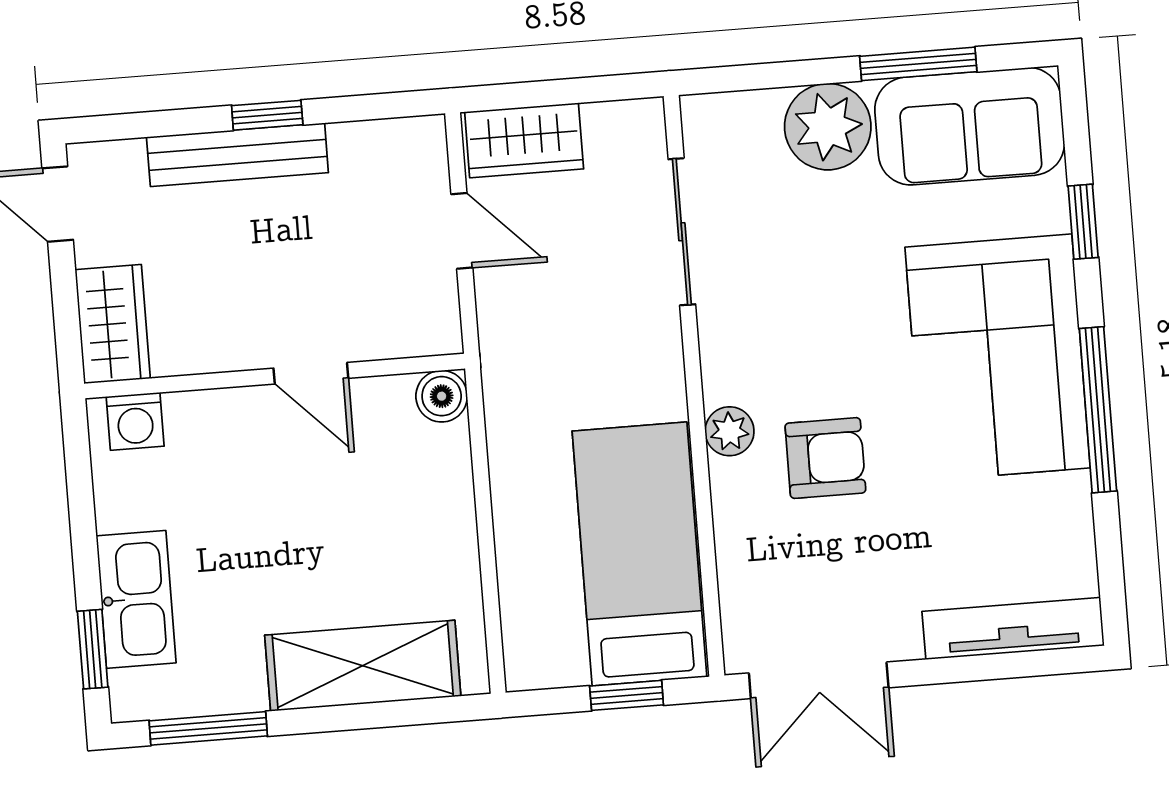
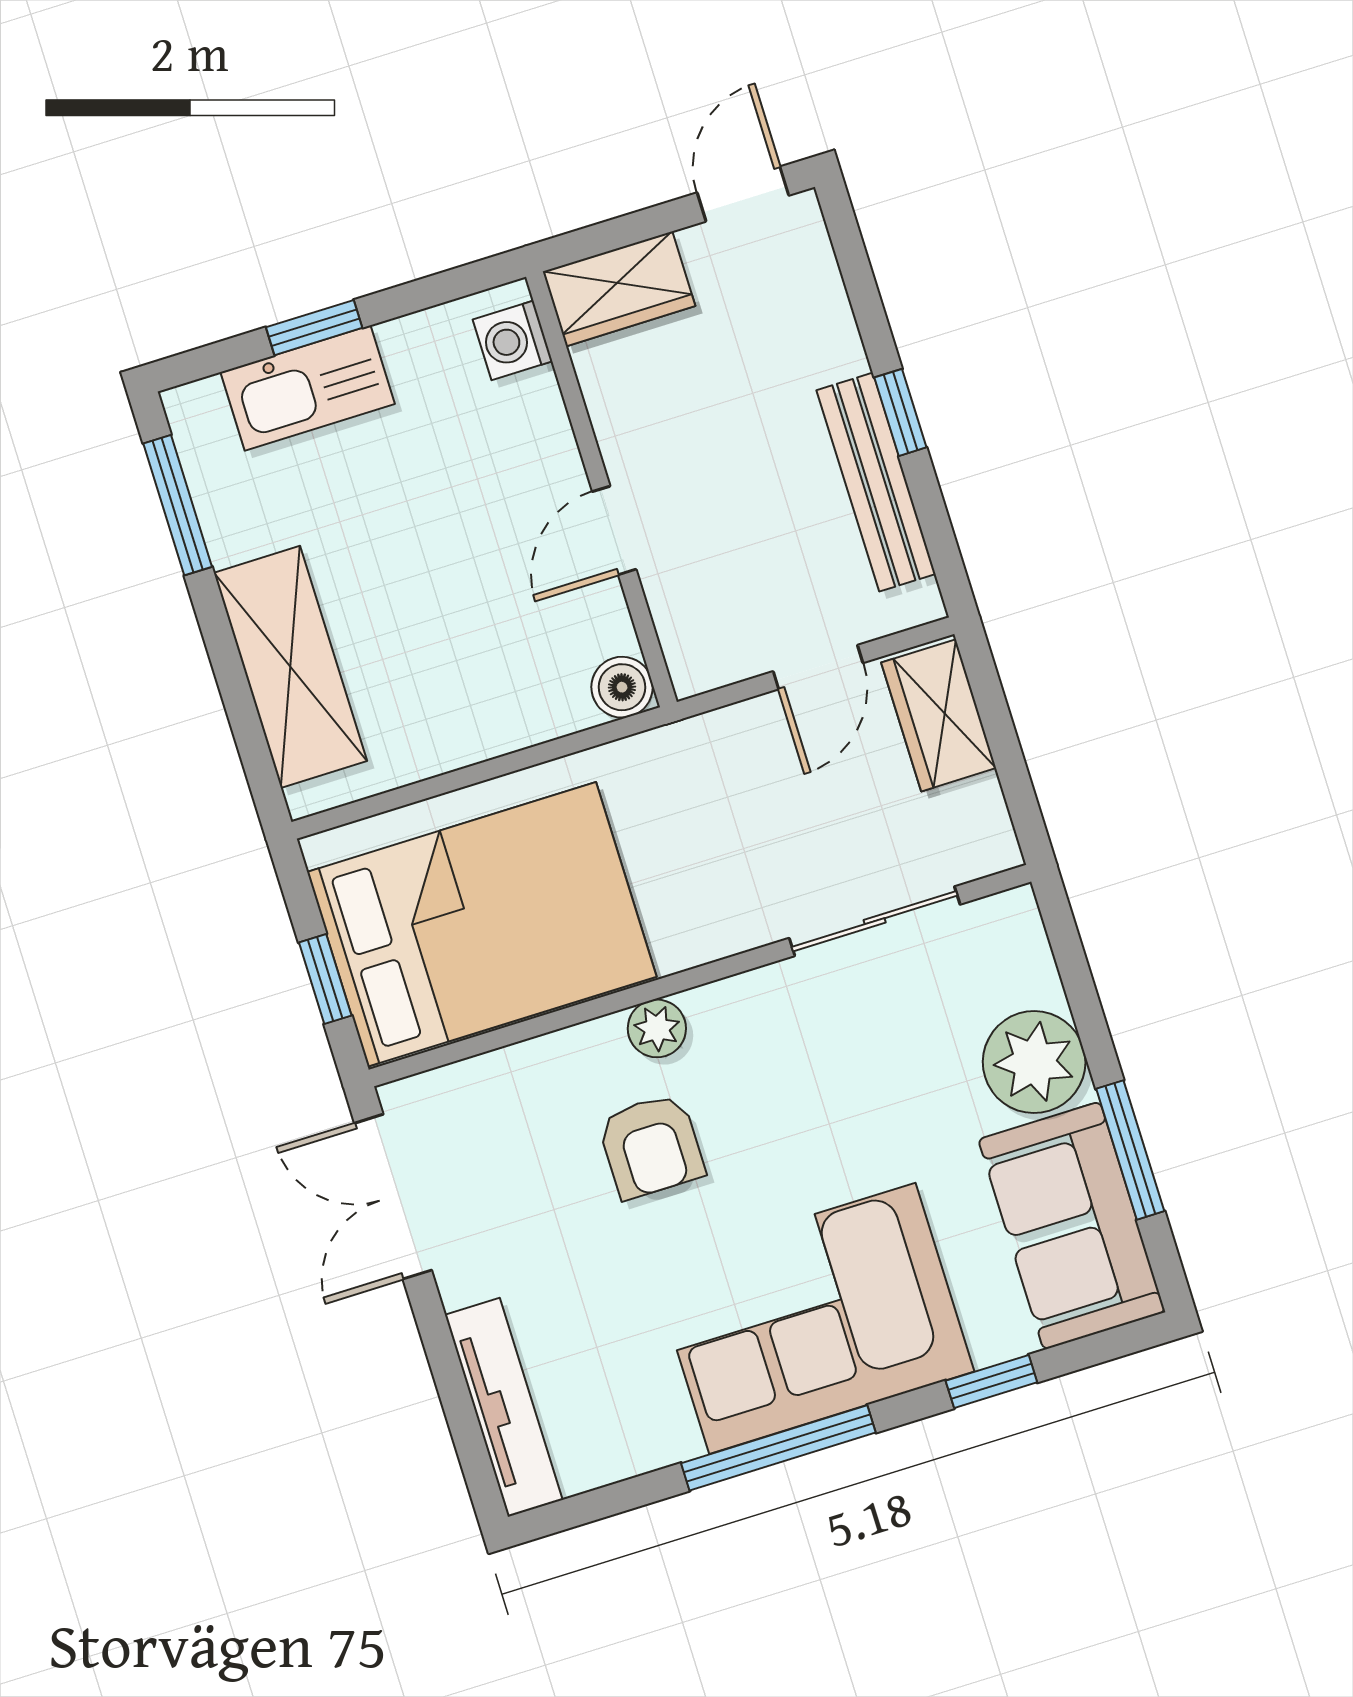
bench: (237, 155) -> (876, 482), moved
bed: (639, 554) -> (482, 924), width x1.50
window: (93, 649) -> (314, 328), moved

